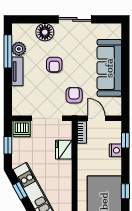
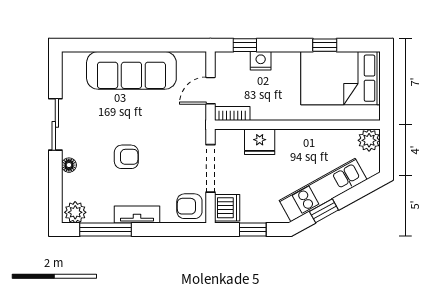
floor lamp: (45, 32) -> (69, 165), width x0.53, depth x0.53
plant: (19, 49) -> (75, 212), moved
armchair: (74, 95) -> (189, 206), moved

